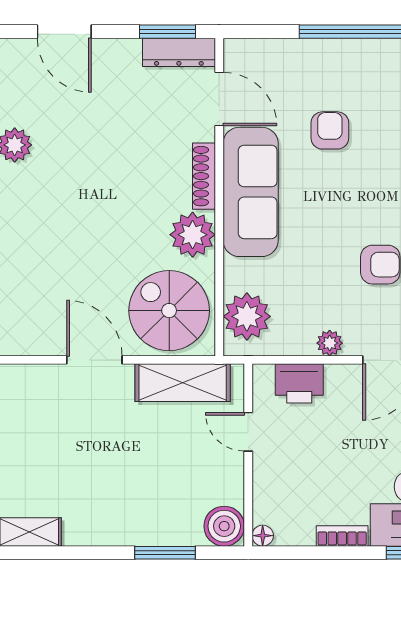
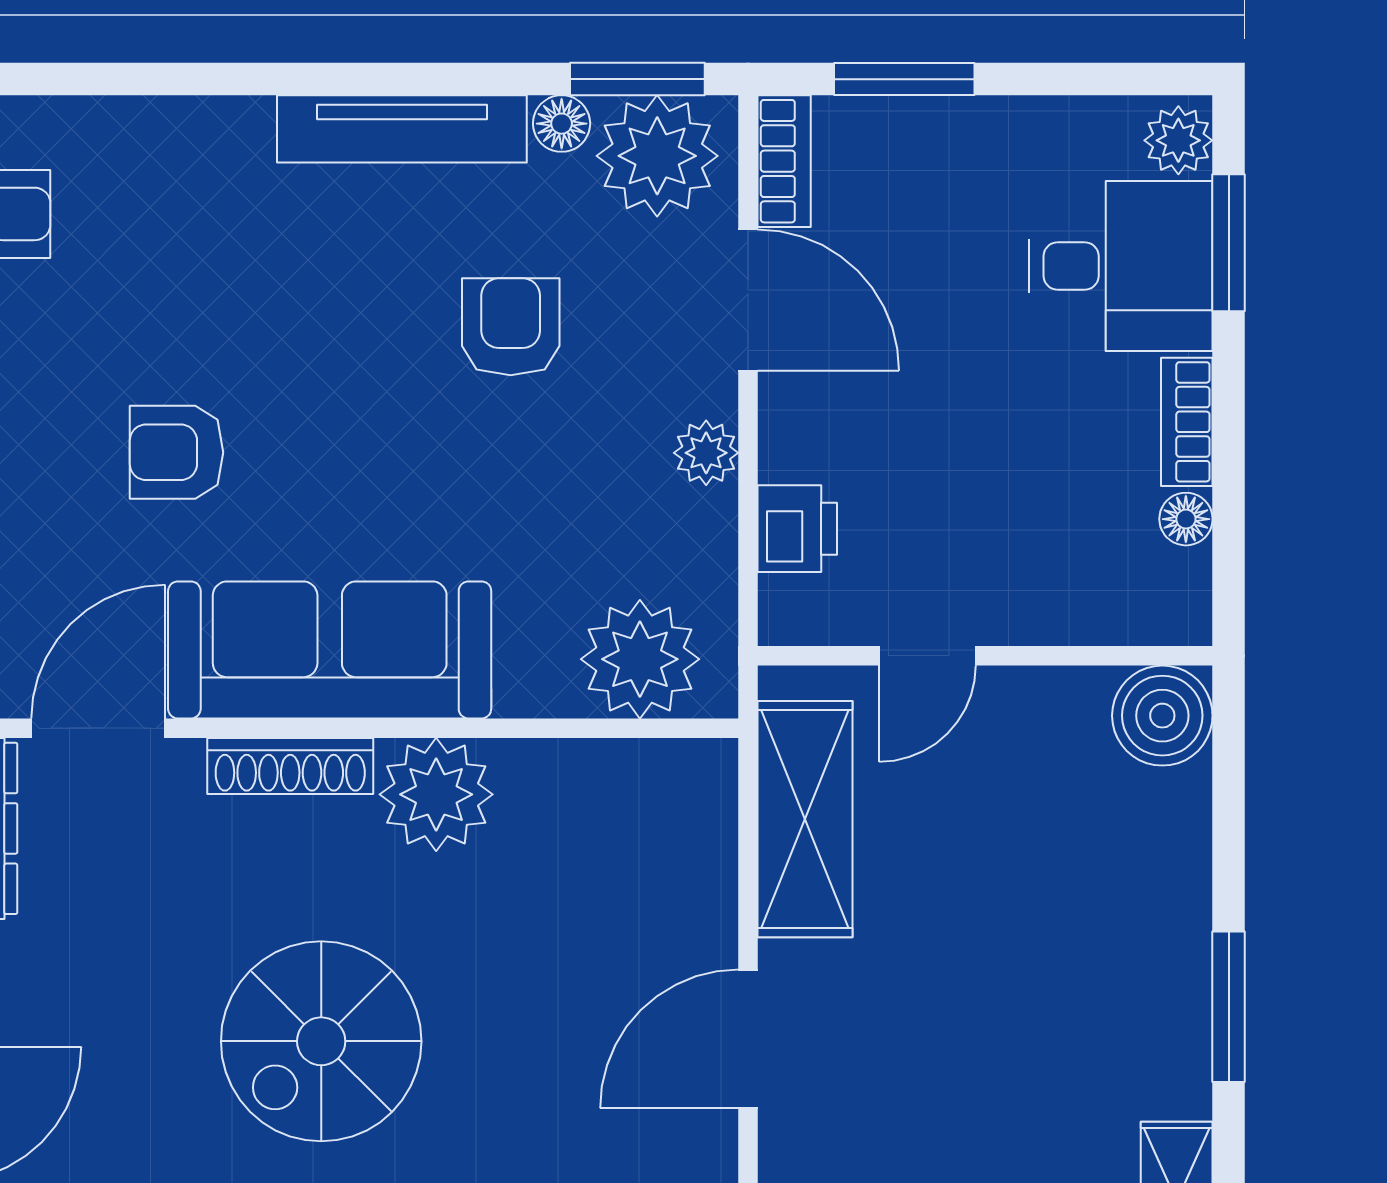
spiral stairs: (169, 311) -> (321, 1041), moved
printer: (299, 383) -> (797, 529), width x0.73, depth x0.81
floor lamp: (263, 536) -> (1186, 519), moved
window: (165, 553) -> (1229, 1007), moved

